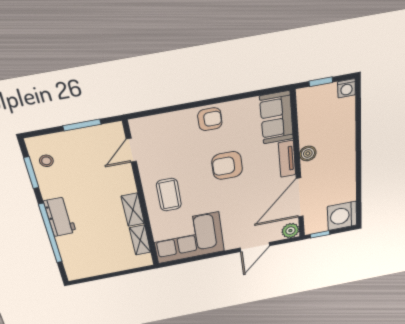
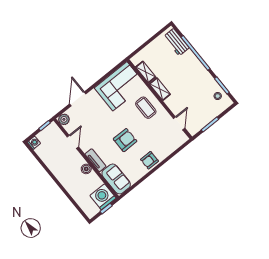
washing machine: (346, 88) -> (103, 197), moved, width x1.89, depth x1.89
door: (300, 198) -> (73, 142), width x0.53
washing machine: (342, 216) -> (34, 143), width x0.53, depth x0.53
workbench: (60, 217) -> (176, 42), moved

